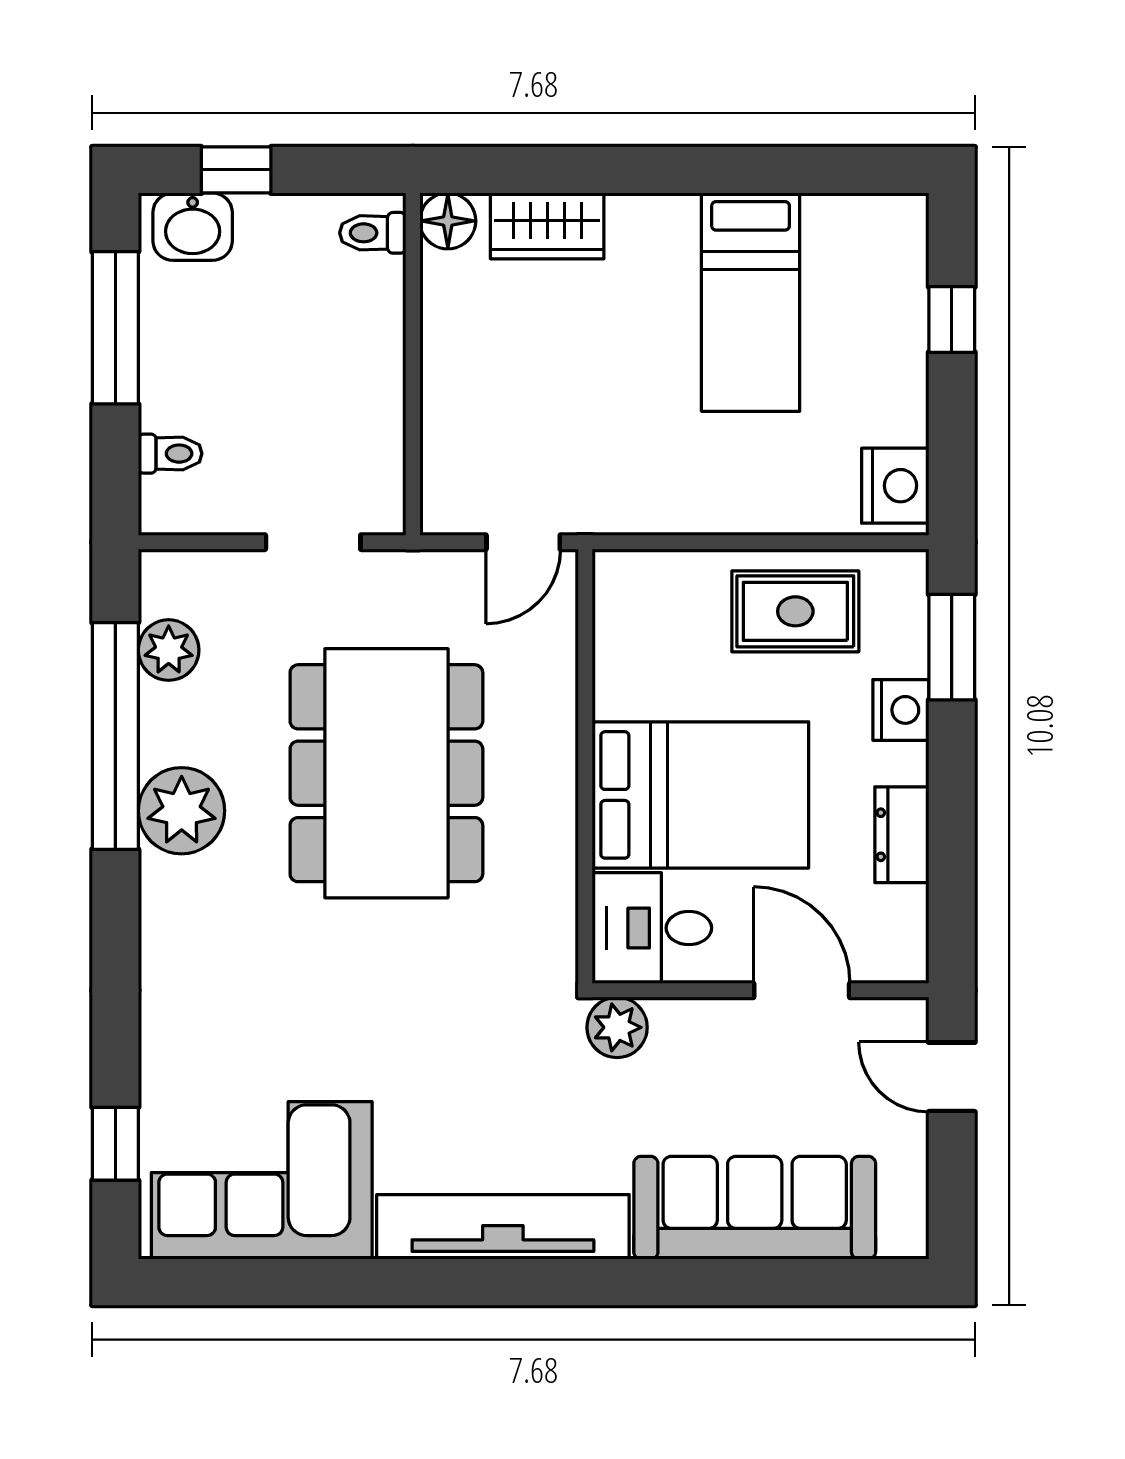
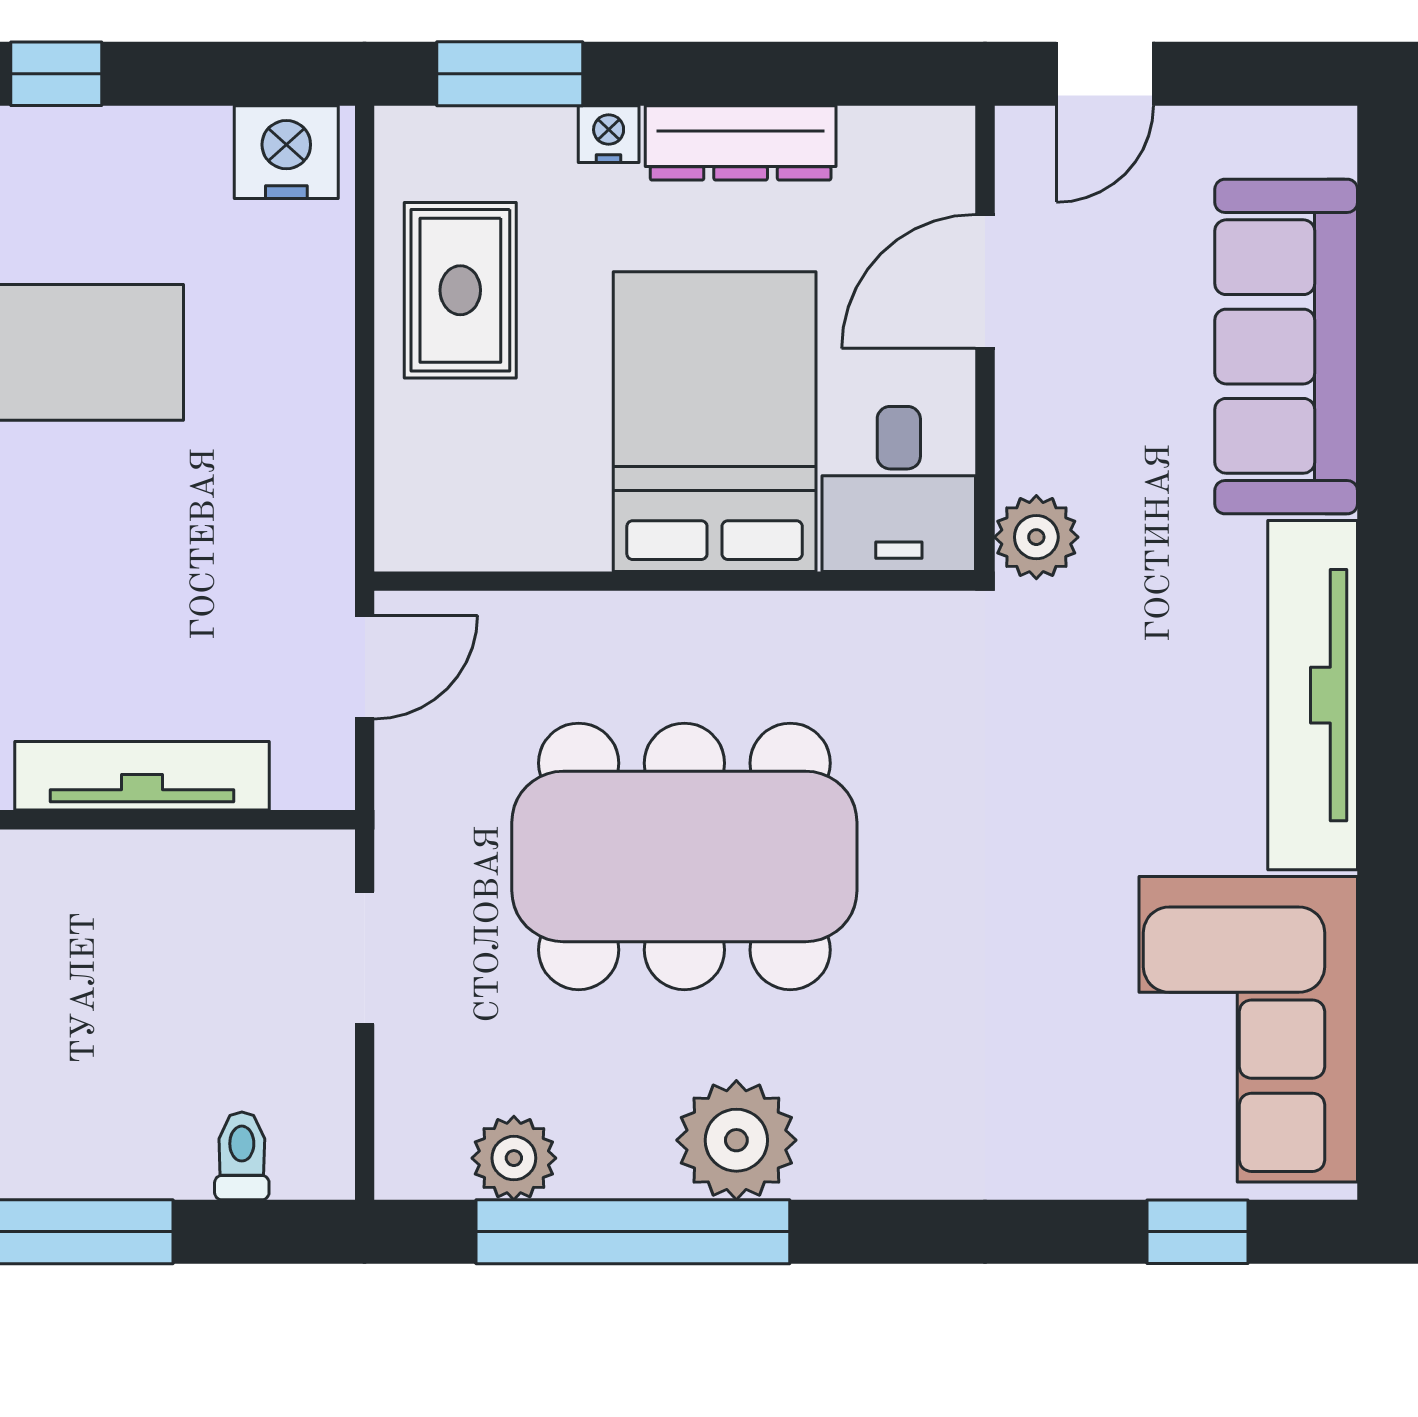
tv unit: (445, 381) -> (142, 776), added
door: (523, 542) -> (365, 667), hinge flipped
nightstand: (901, 710) -> (609, 134), width x0.72, depth x0.74
dresser: (902, 835) -> (741, 143), width x1.44

